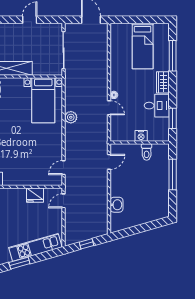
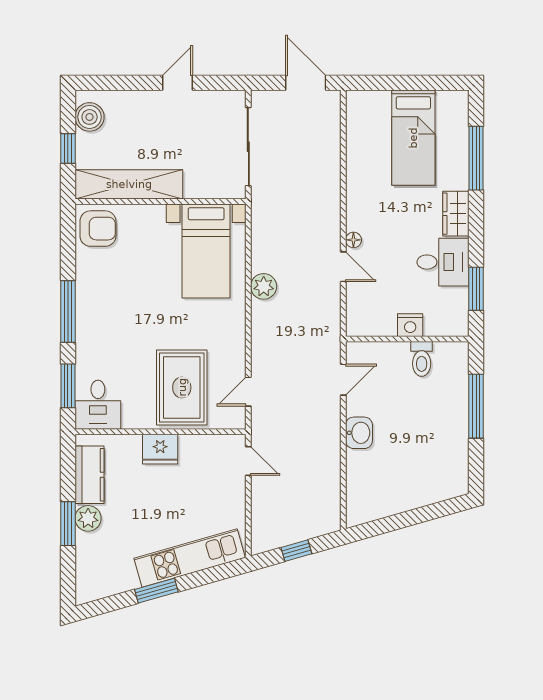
rug: (32, 166) -> (182, 387), added
fridge: (35, 195) -> (160, 449), moved
door: (63, 201) -> (248, 461), swing flipped
washbasin: (117, 205) -> (359, 433), moved

